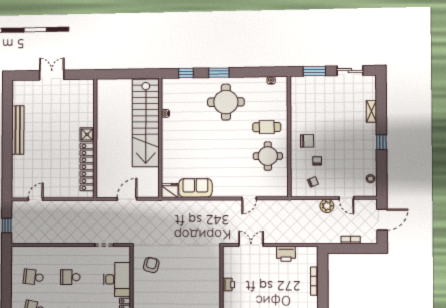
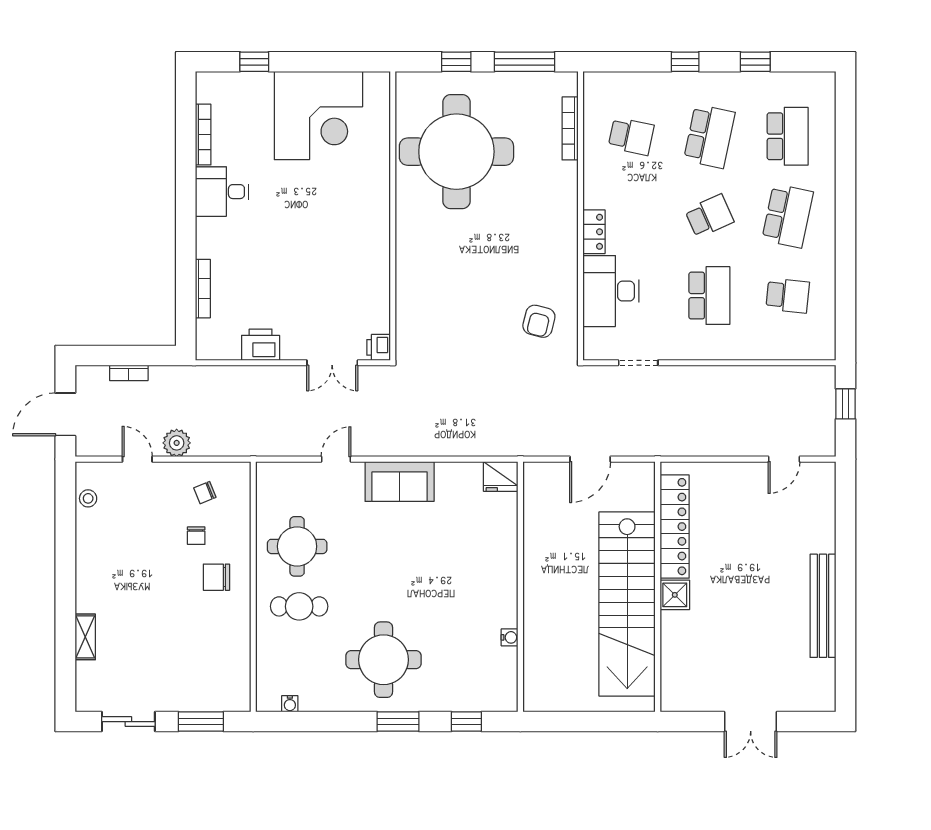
stairs: (146, 123) -> (627, 604), moved, turned 180
window: (381, 142) -> (65, 573), removed
sofa: (195, 188) -> (400, 481), moved
school desk: (70, 277) -> (709, 296), width x1.85
printer: (229, 285) -> (379, 347), moved

